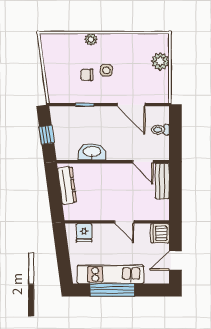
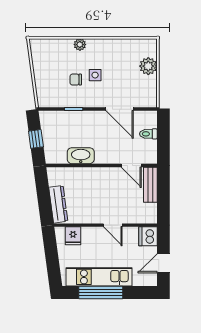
dresser: (67, 185) -> (58, 204), moved

